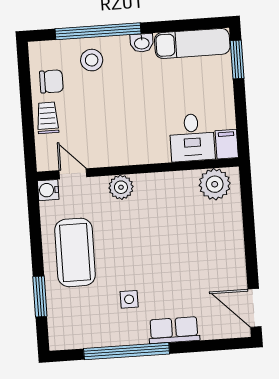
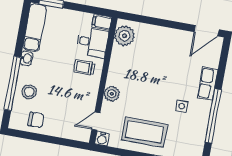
chair: (51, 81) -> (36, 120), turned 90
trolley: (48, 118) -> (84, 67), moved

